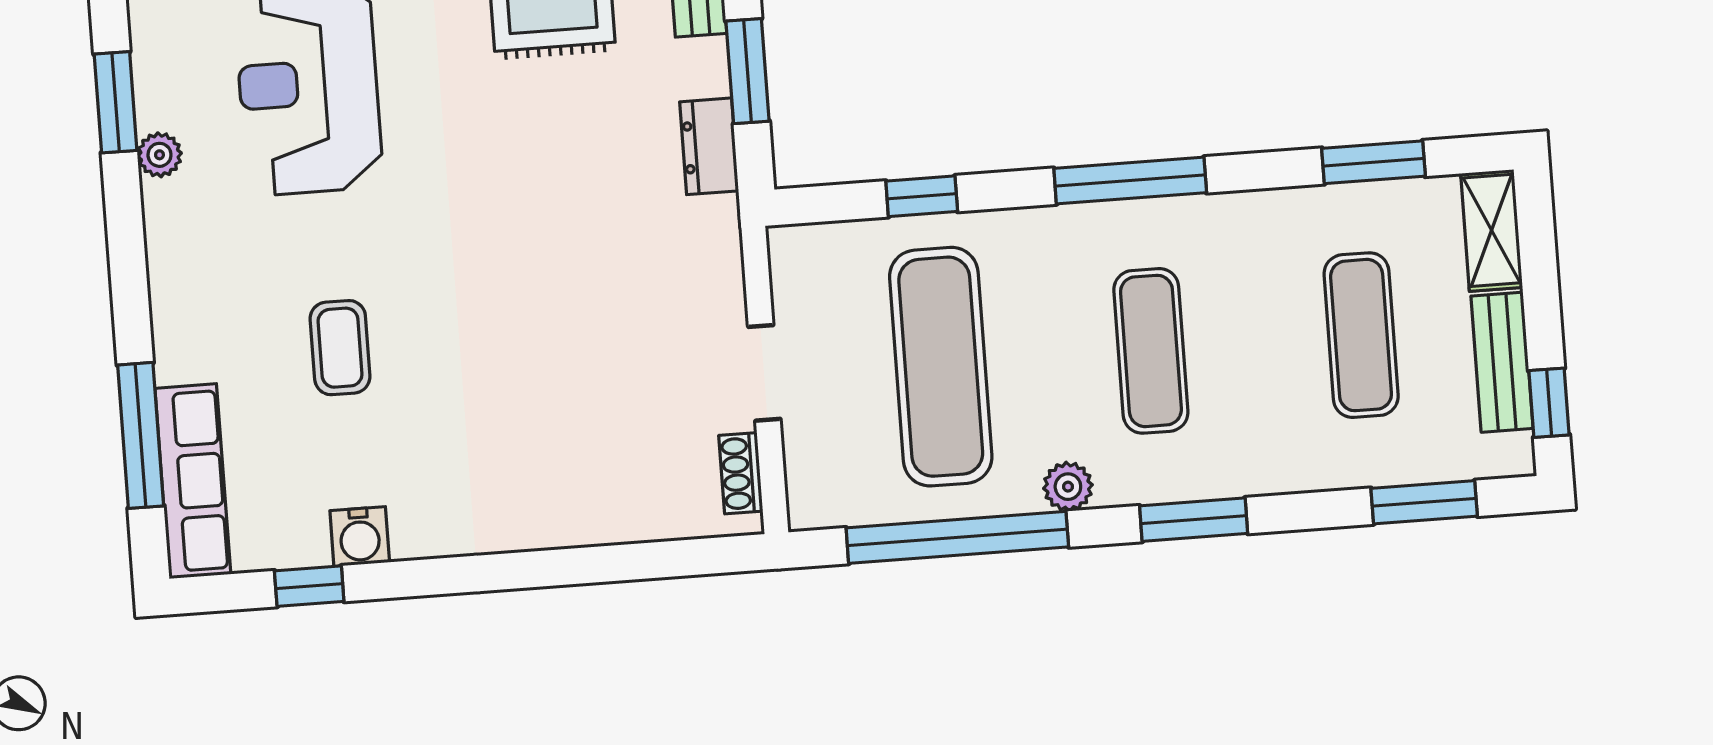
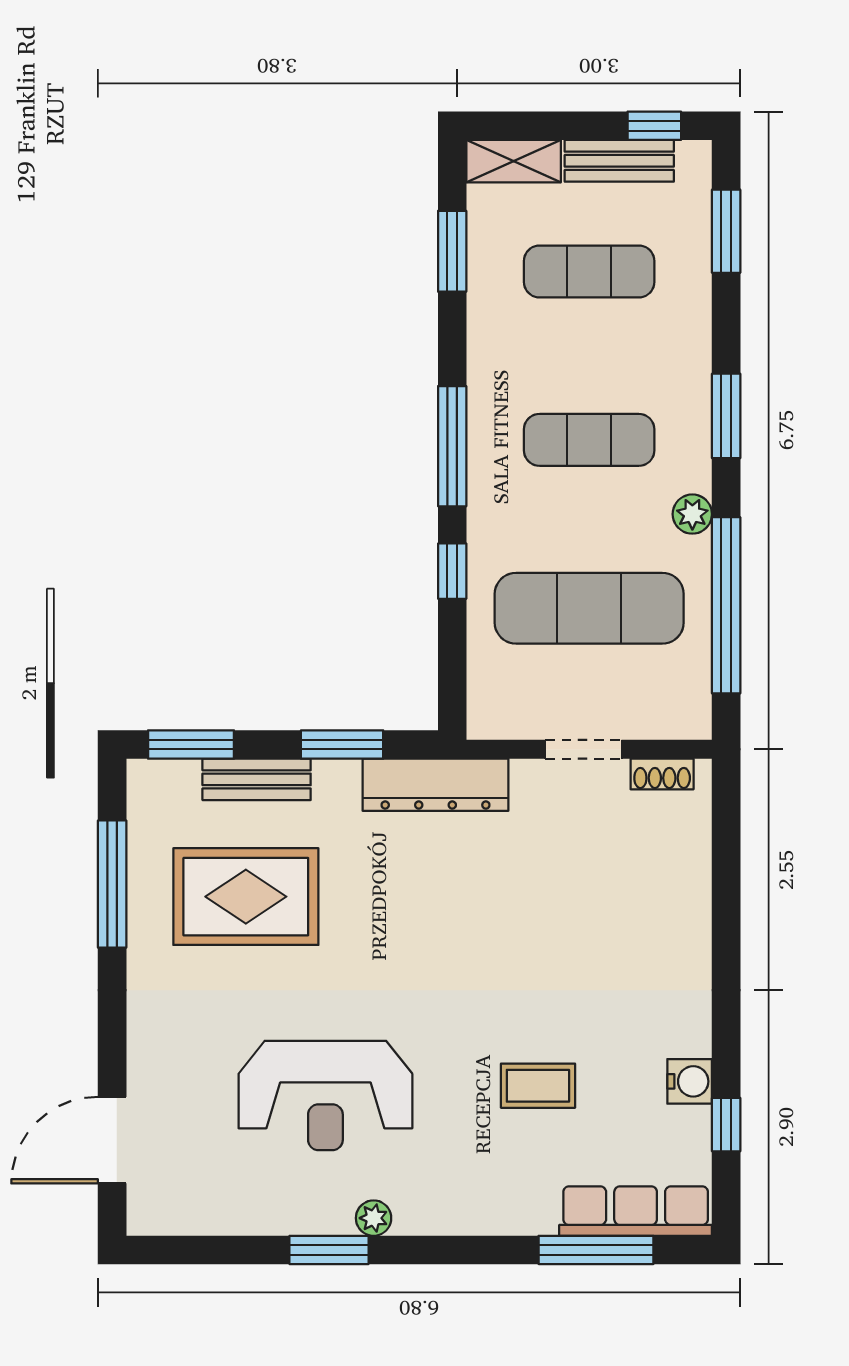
dresser: (709, 146) -> (436, 785), width x1.96, depth x1.24
window: (922, 196) -> (452, 571), moved

